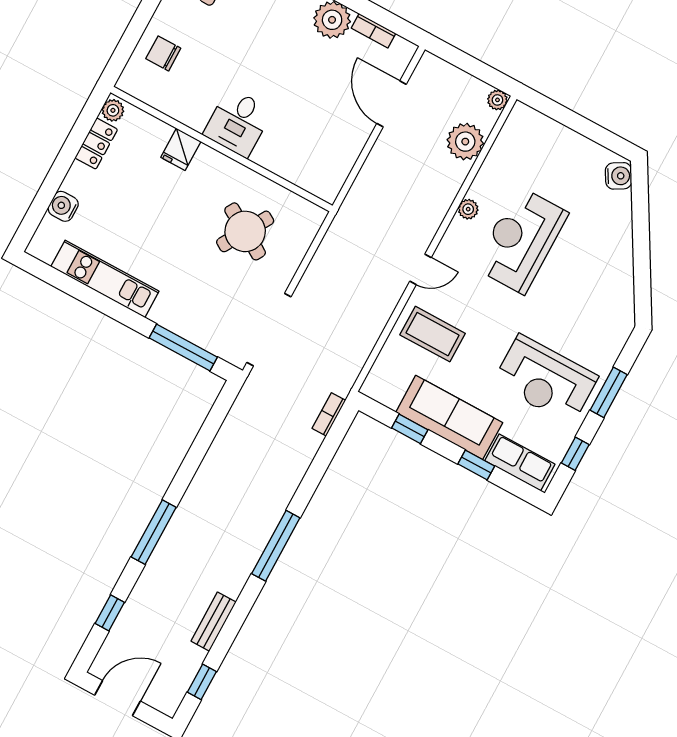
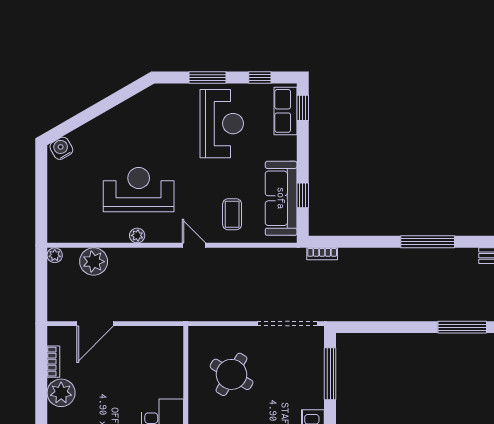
reception desk: (521, 240) -> (139, 190), turned 180
coffee table: (433, 334) -> (232, 214), width x0.73, depth x0.77
sofa: (449, 417) -> (281, 198), moved
window: (476, 465) -> (303, 108), moved

